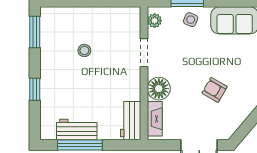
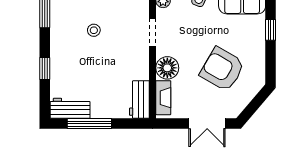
armchair: (215, 90) -> (222, 69), width x1.88, depth x1.88
workbench: (77, 130) -> (70, 108), moved

